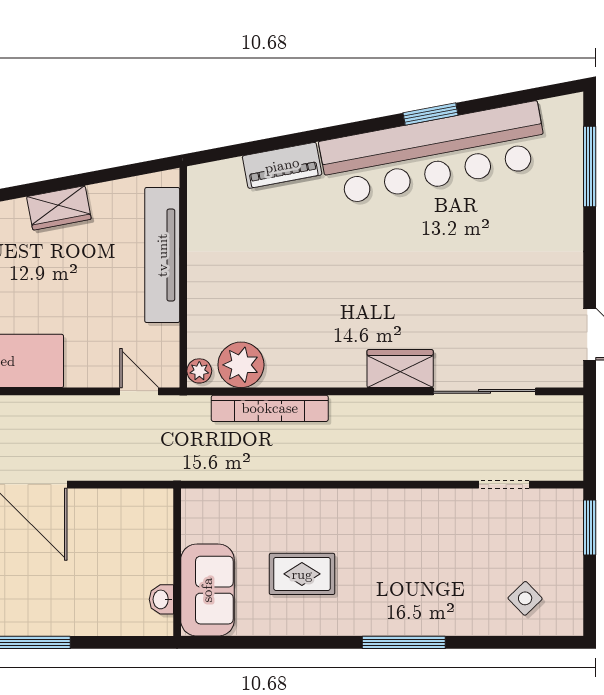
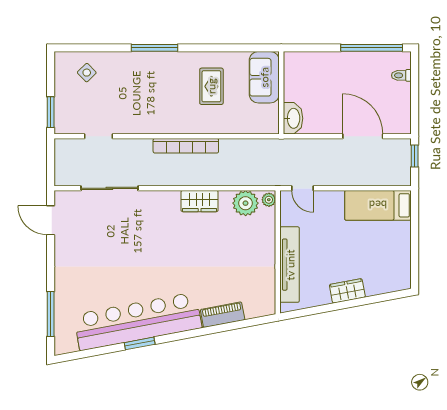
wardrobe: (400, 369) -> (200, 201), moved
bookcase: (270, 408) -> (186, 146), moved, turned 180
rug: (302, 574) -> (211, 86), turned 90
washbasin: (161, 599) -> (293, 118), moved, width x1.91, depth x1.45

